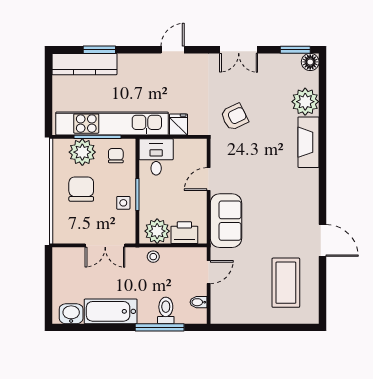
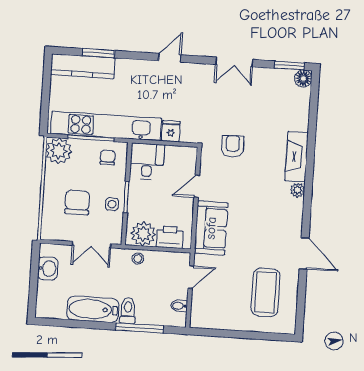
plant: (305, 102) -> (297, 190), moved, width x0.53, depth x0.53
armchair: (234, 117) -> (233, 146), moved, turned -64
plant: (82, 152) -> (59, 151), moved
chair: (81, 189) -> (77, 202), moved
toilet: (166, 310) -> (128, 311), moved
washbasin: (71, 314) -> (48, 269), moved, turned 90

